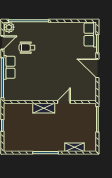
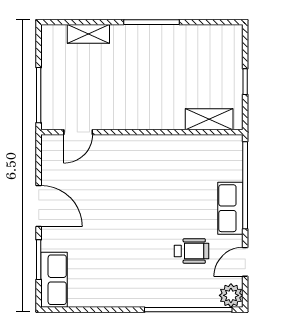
door: (64, 102) -> (78, 132), moved
shelving: (44, 108) -> (209, 119), moved

